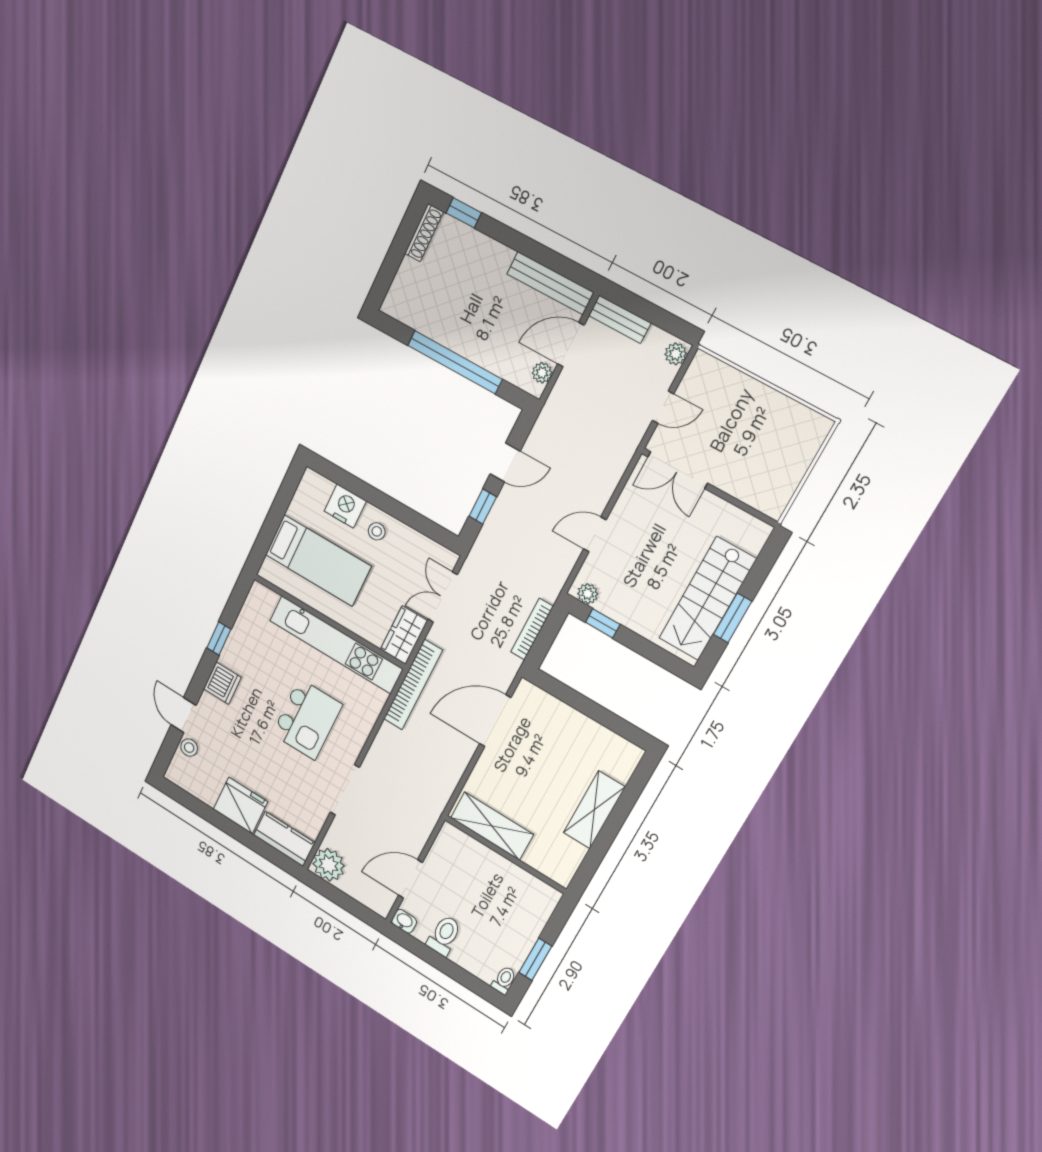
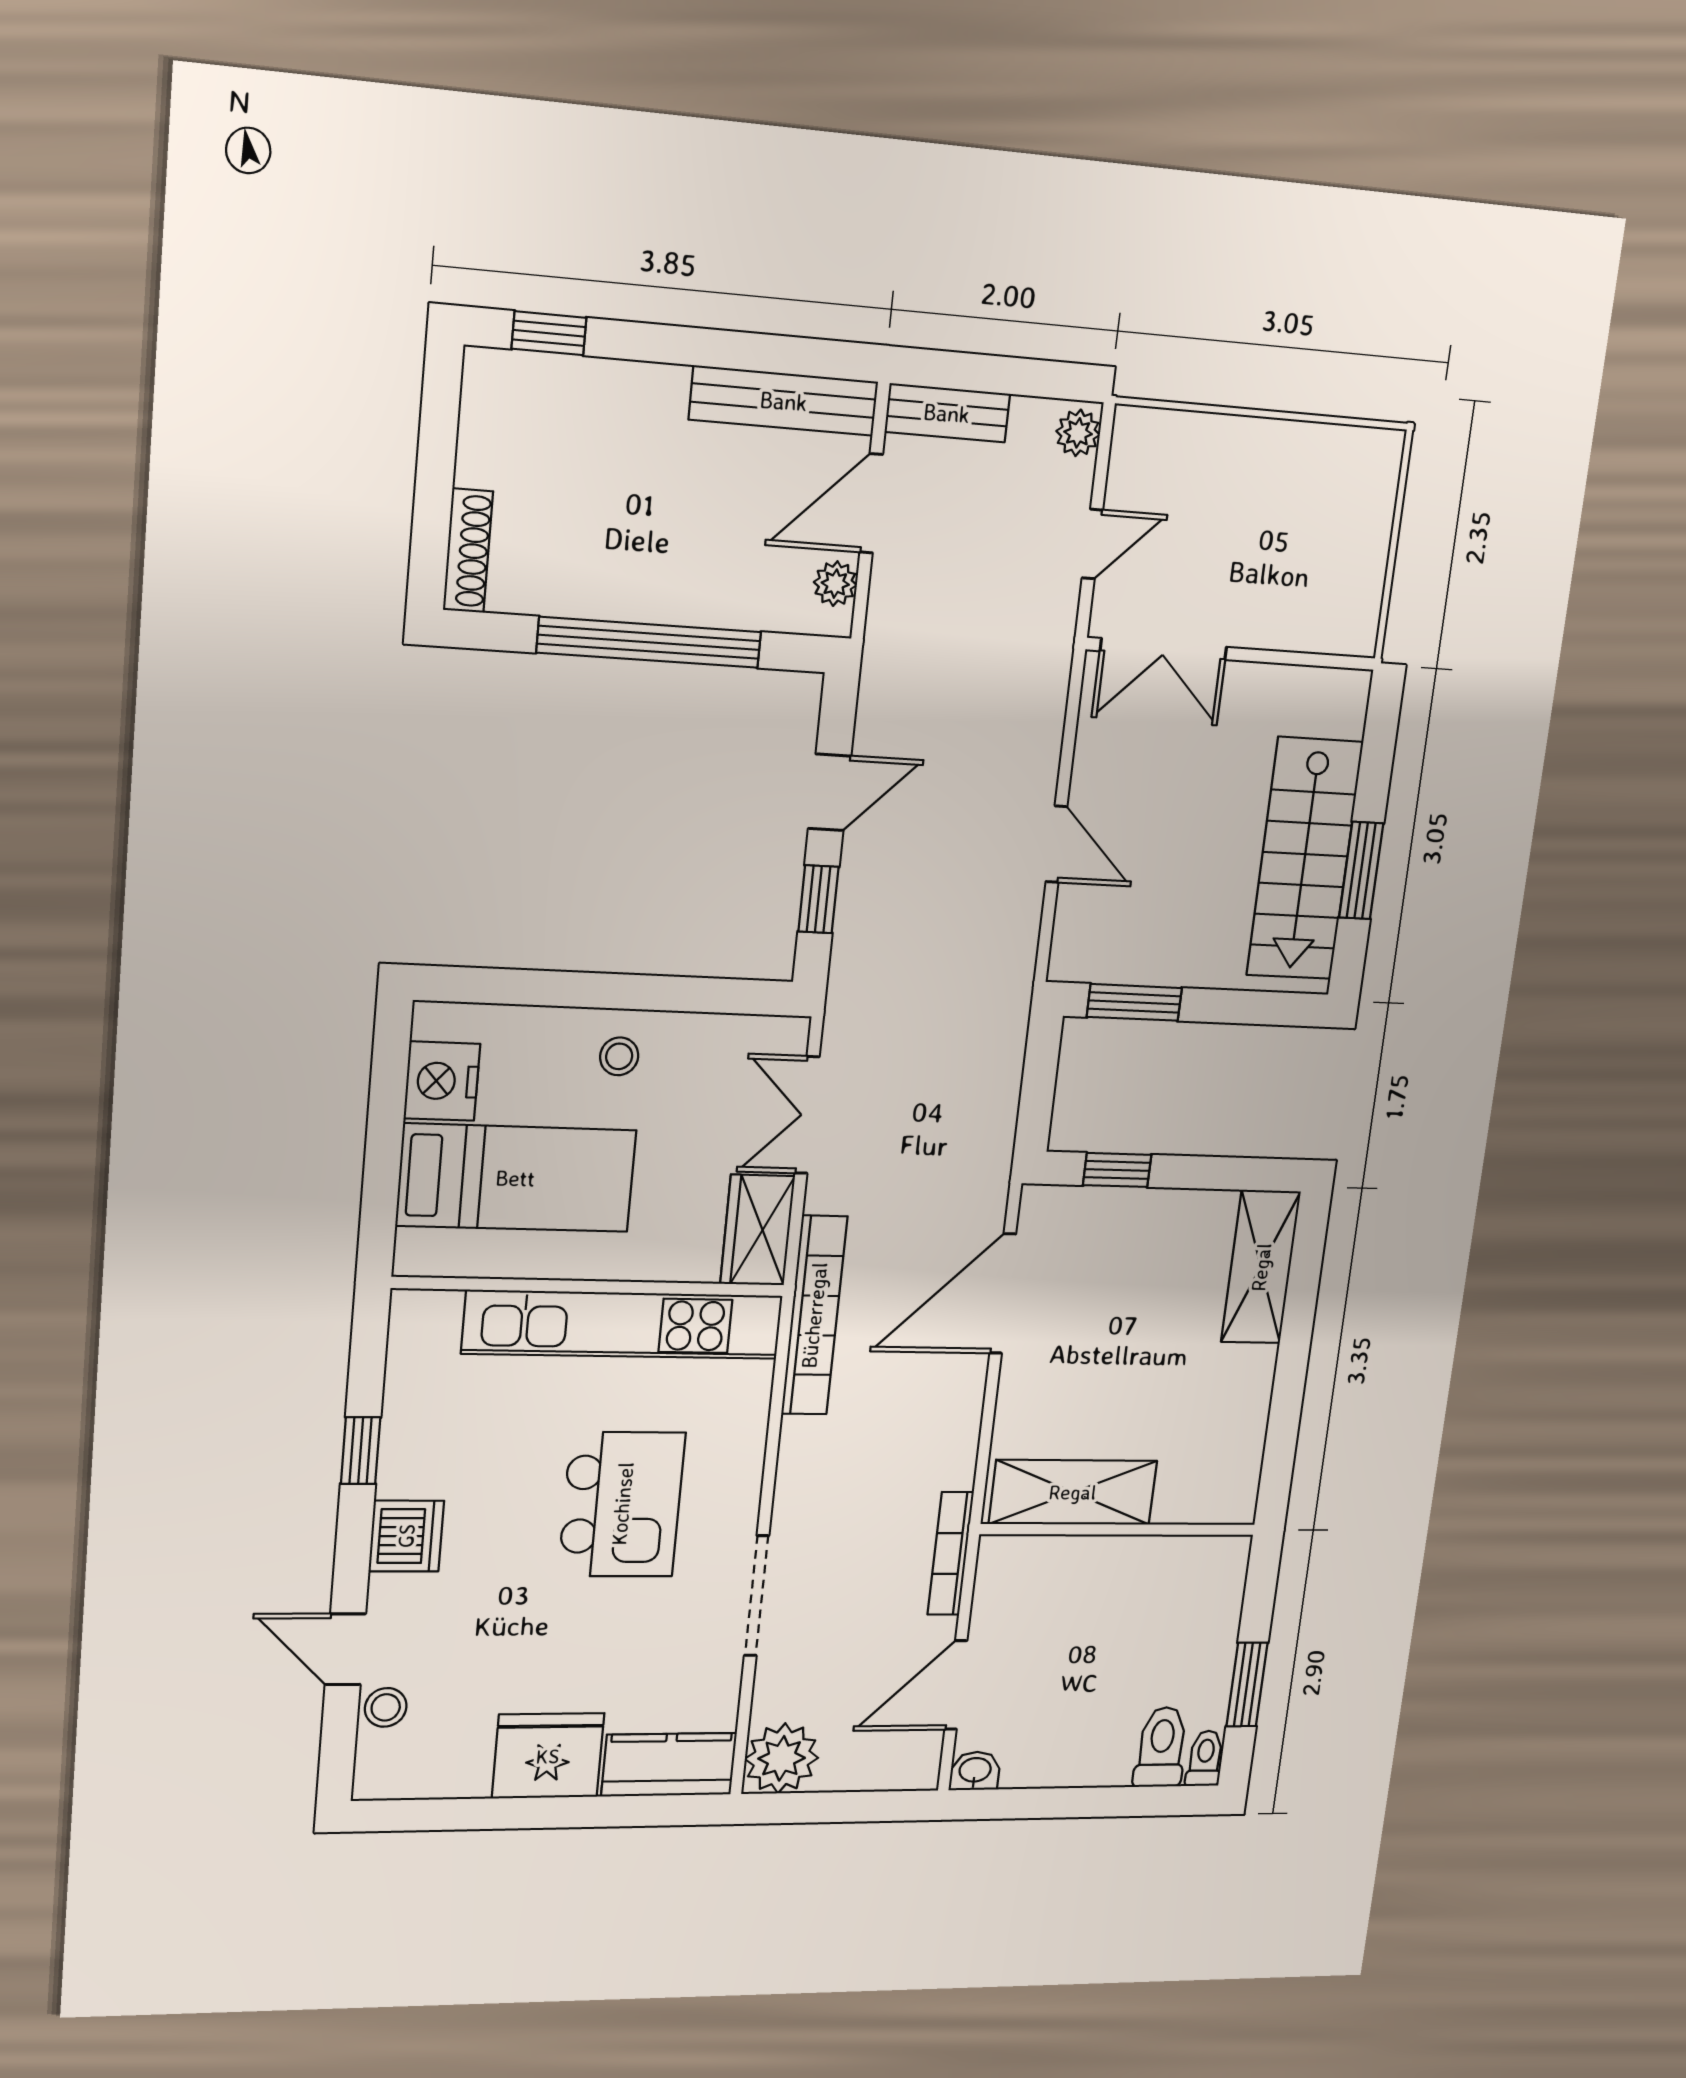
shoe rack: (424, 233) -> (468, 551), moved
nightstand: (345, 506) -> (442, 1081), moved, turned -90
door: (595, 534) -> (1056, 844), swing flipped
plant: (588, 594) -> (1085, 962), removed
window: (603, 623) -> (1134, 1002), width x1.50
bookcase: (532, 629) -> (951, 1554), moved
window: (566, 694) -> (1117, 1170), added
shelving: (594, 810) -> (1261, 1267), moved
toilet: (444, 935) -> (1161, 1747), moved

